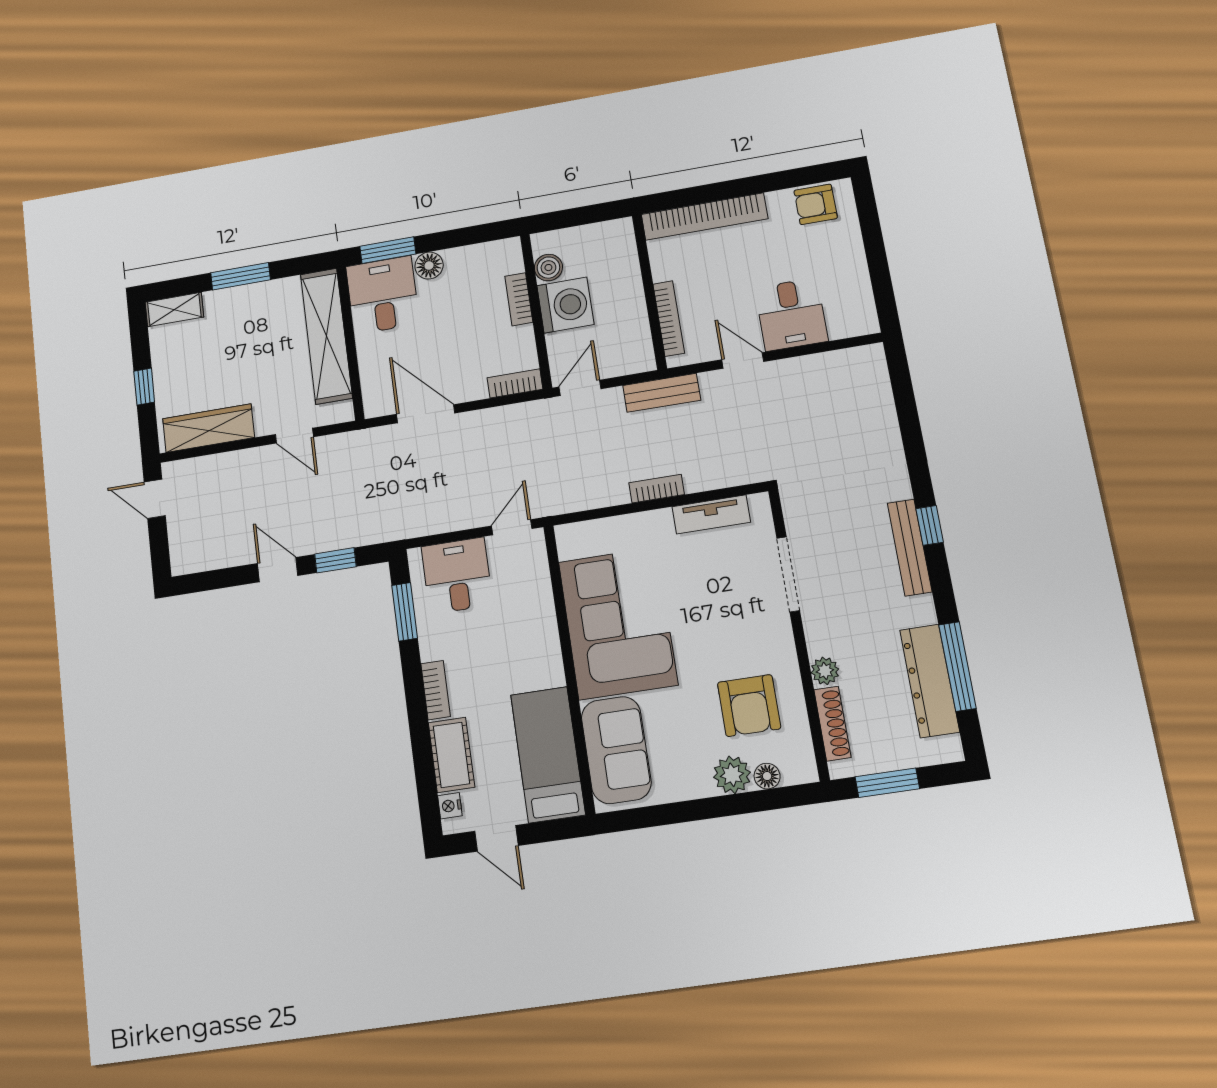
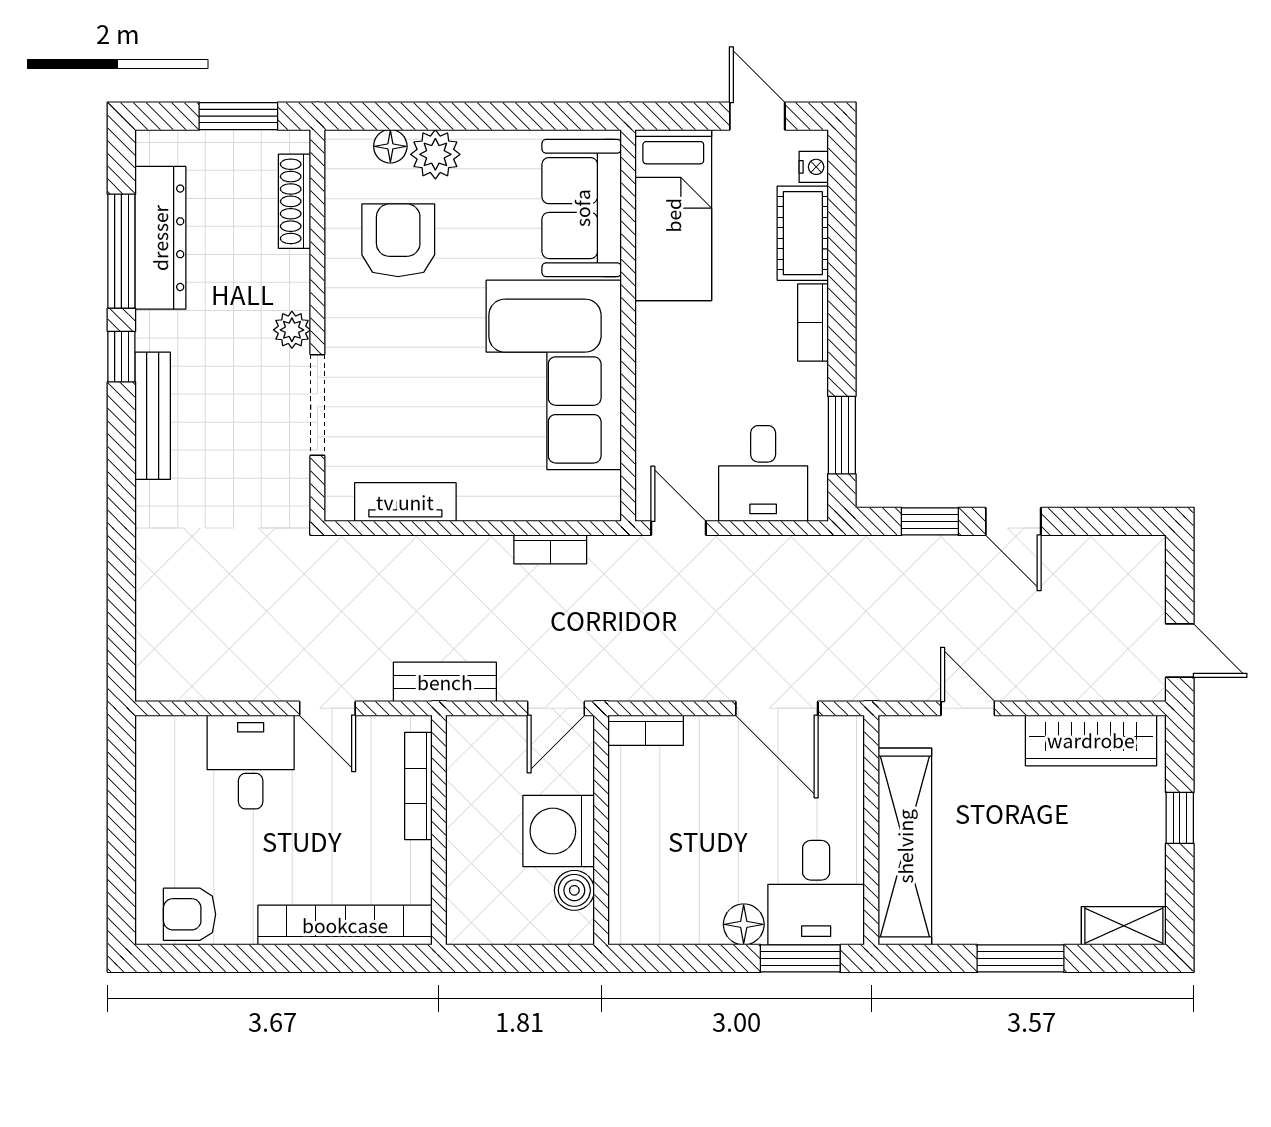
armchair: (816, 204) -> (190, 914), turned 180
bookcase: (519, 299) -> (623, 851), removed
bookcase: (657, 489) -> (550, 549), moved
window: (930, 525) -> (121, 357), moved
door: (512, 527) -> (678, 528), swing flipped
plant: (825, 671) -> (292, 330), moved

